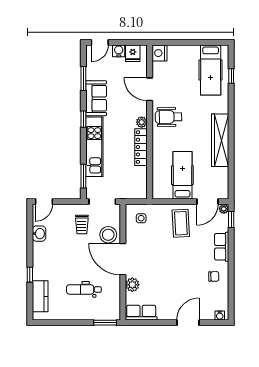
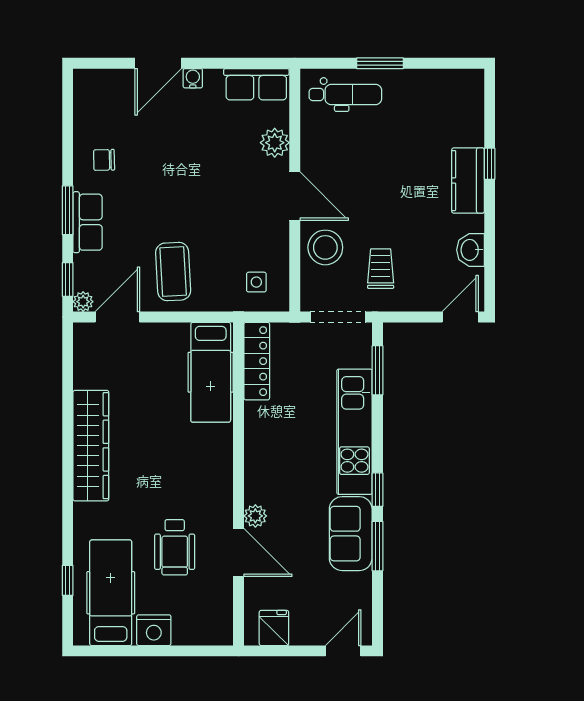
water cooler: (119, 51) -> (303, 633), removed
nightstand: (159, 53) -> (154, 630), moved, turned 90
window: (83, 79) -> (377, 546), moved
wheelchair: (169, 117) -> (175, 547), moved, turned 91
plant: (142, 122) -> (255, 516), moved
locker: (141, 147) -> (257, 361), moved
hospital bed: (182, 175) -> (211, 372), moved
window: (231, 252) -> (68, 210), added
door: (123, 259) -> (295, 196), width x0.73
dental chair: (84, 289) -> (345, 94), moved
kitchen counter: (40, 296) -> (468, 181), moved
water cooler: (220, 315) -> (193, 78), moved
window: (105, 323) -> (380, 63), moved

